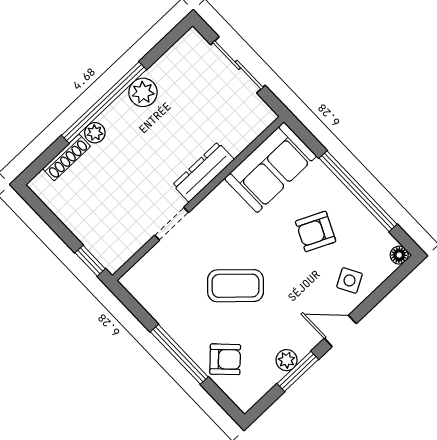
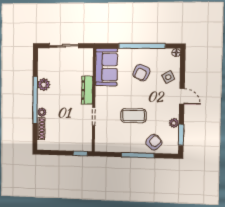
coffee table: (236, 286) -> (133, 116), turned 47
door: (340, 331) -> (182, 96), swing flipped
window: (298, 371) -> (181, 135), moved

